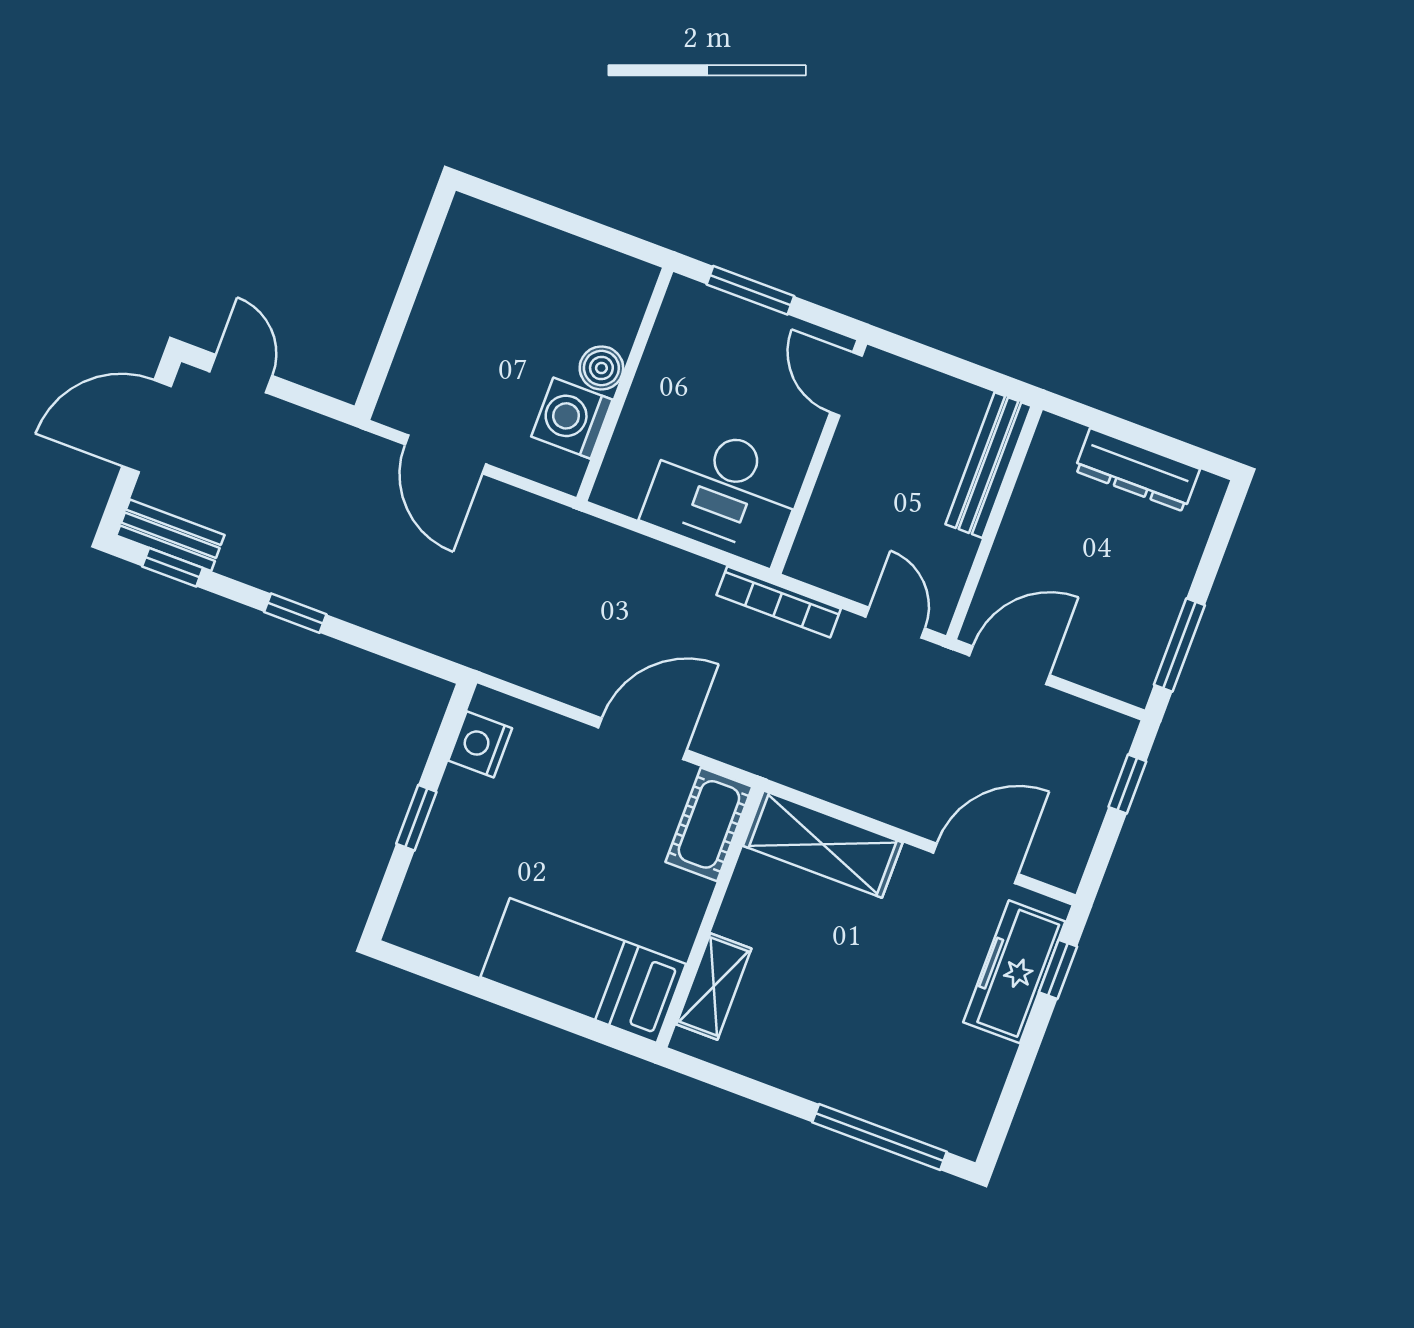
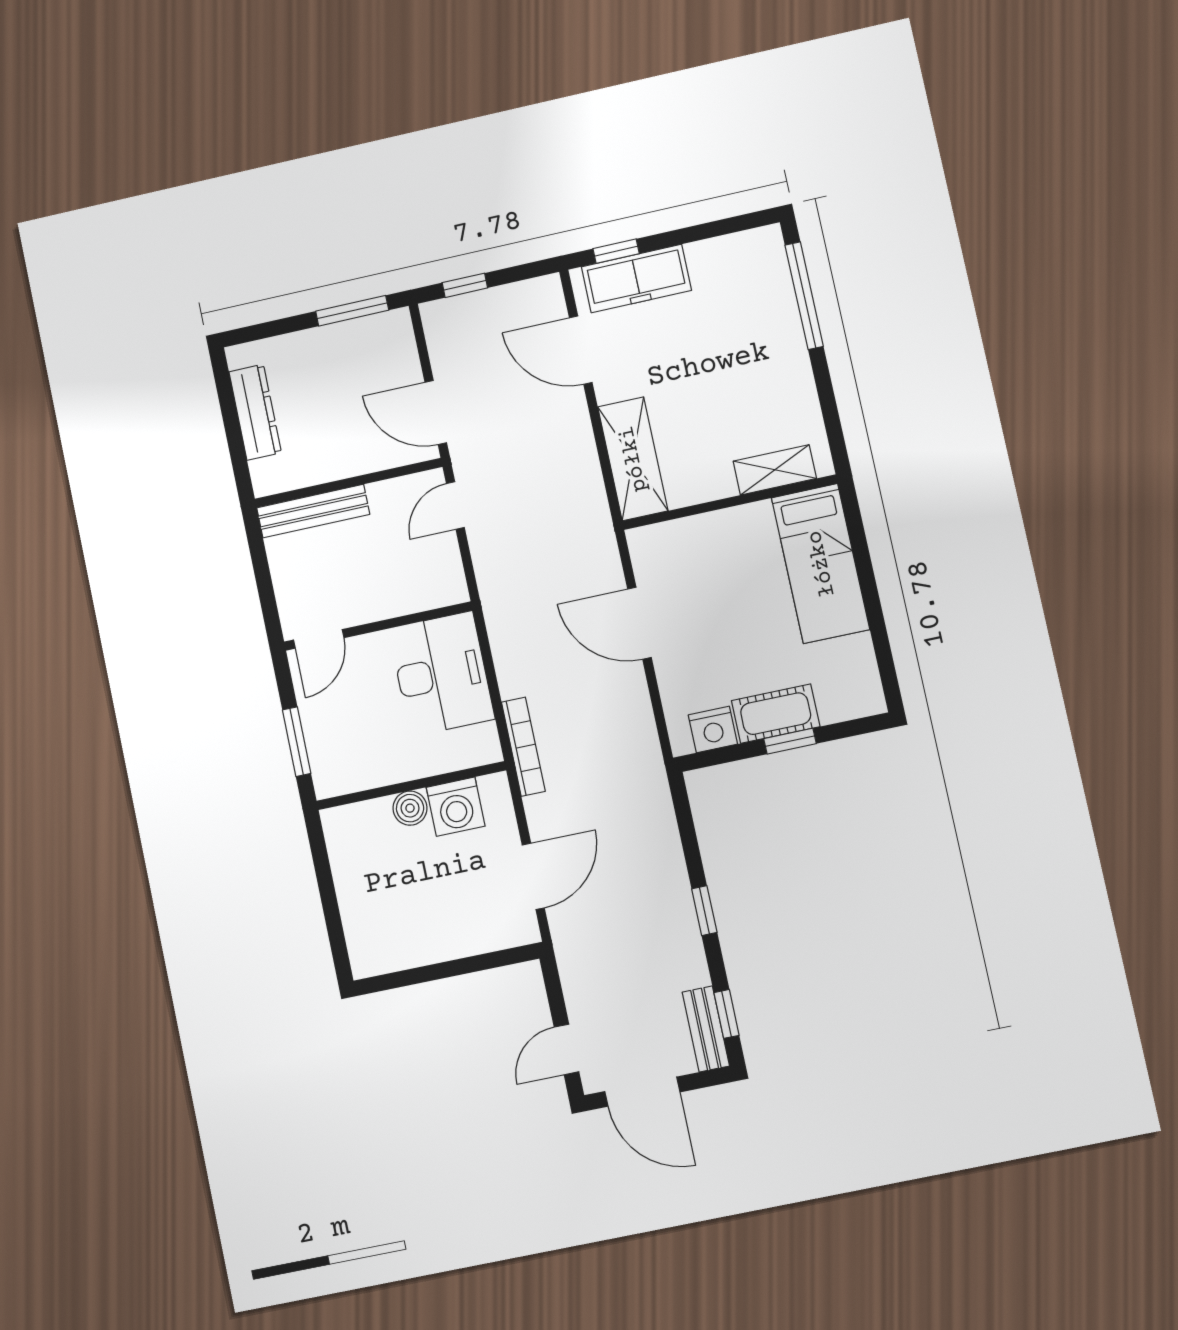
bookcase: (779, 602) -> (523, 747), moved
cot: (709, 824) -> (776, 714), moved

